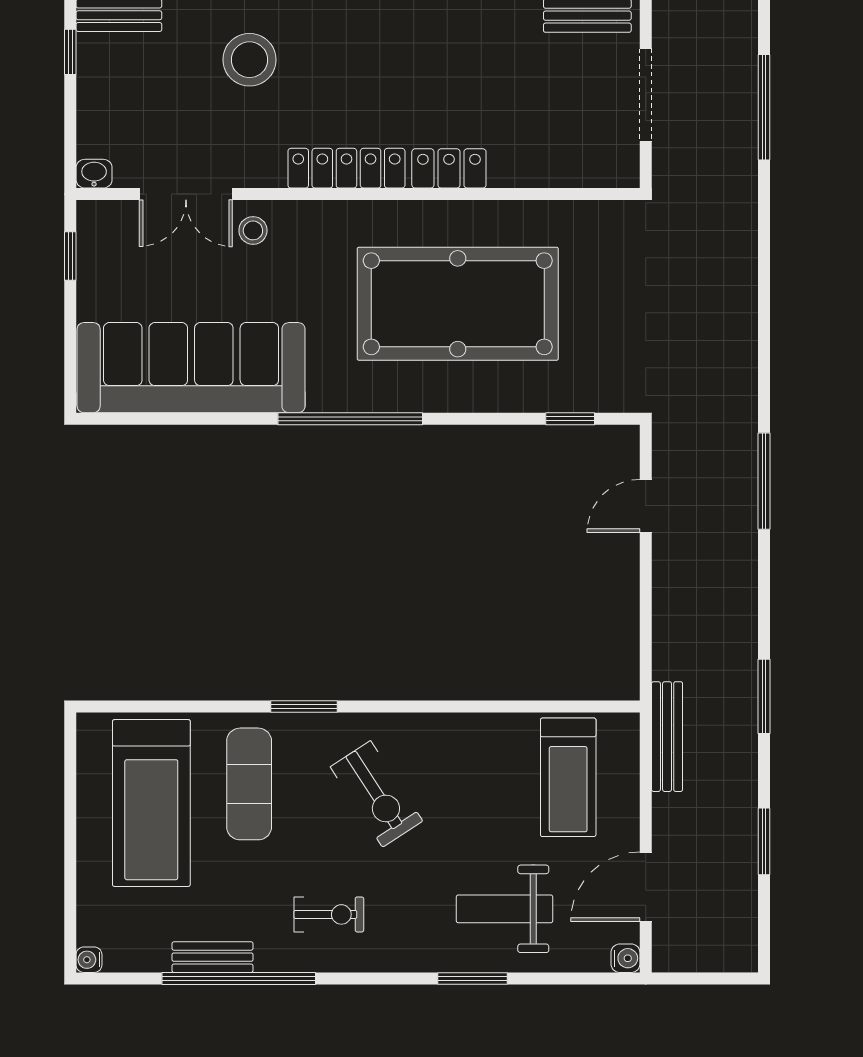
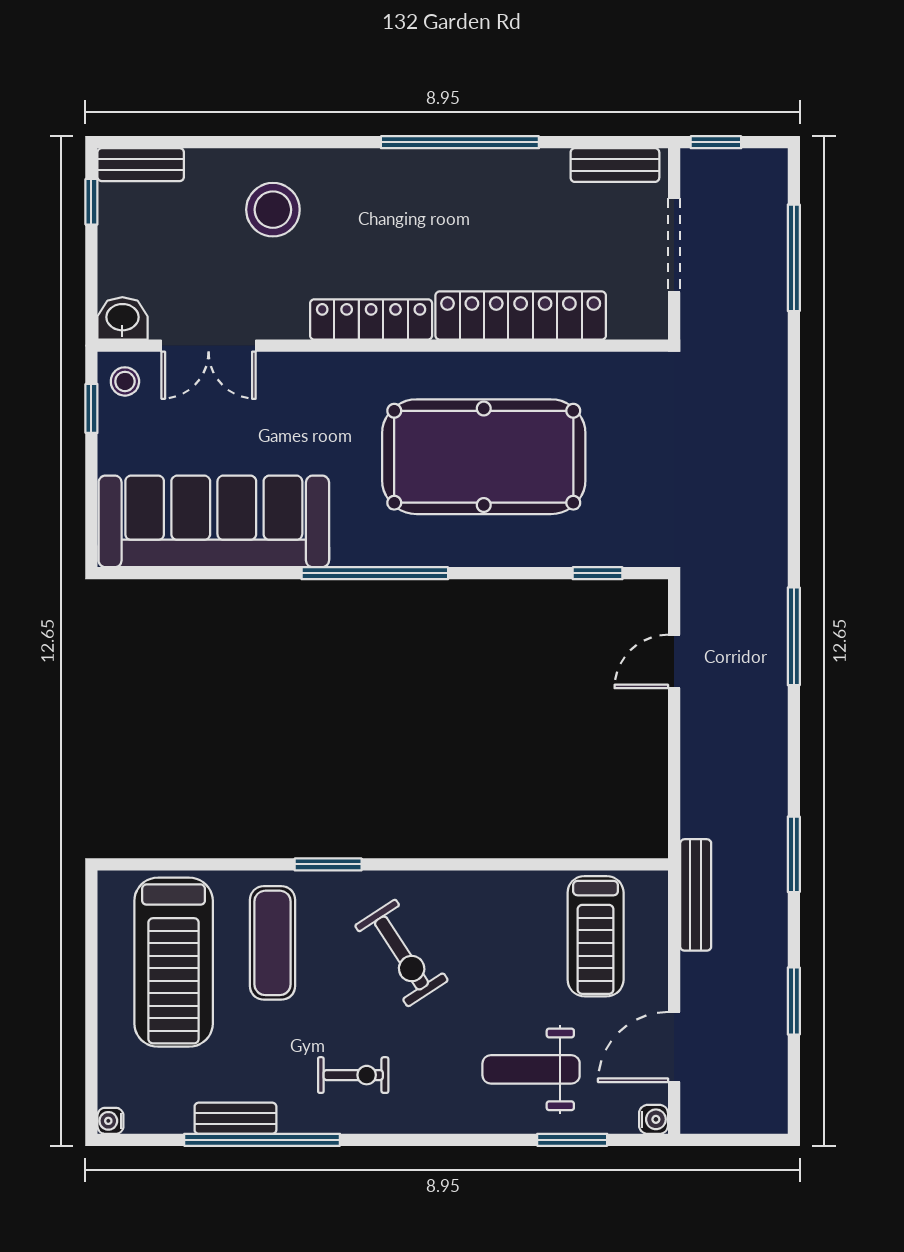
locker: (449, 168) -> (521, 316), width x2.16, depth x1.21
washbasin: (94, 174) -> (122, 318), width x1.38, depth x1.45
stool: (253, 230) -> (125, 381), moved
window: (473, 978) -> (572, 1140), moved

